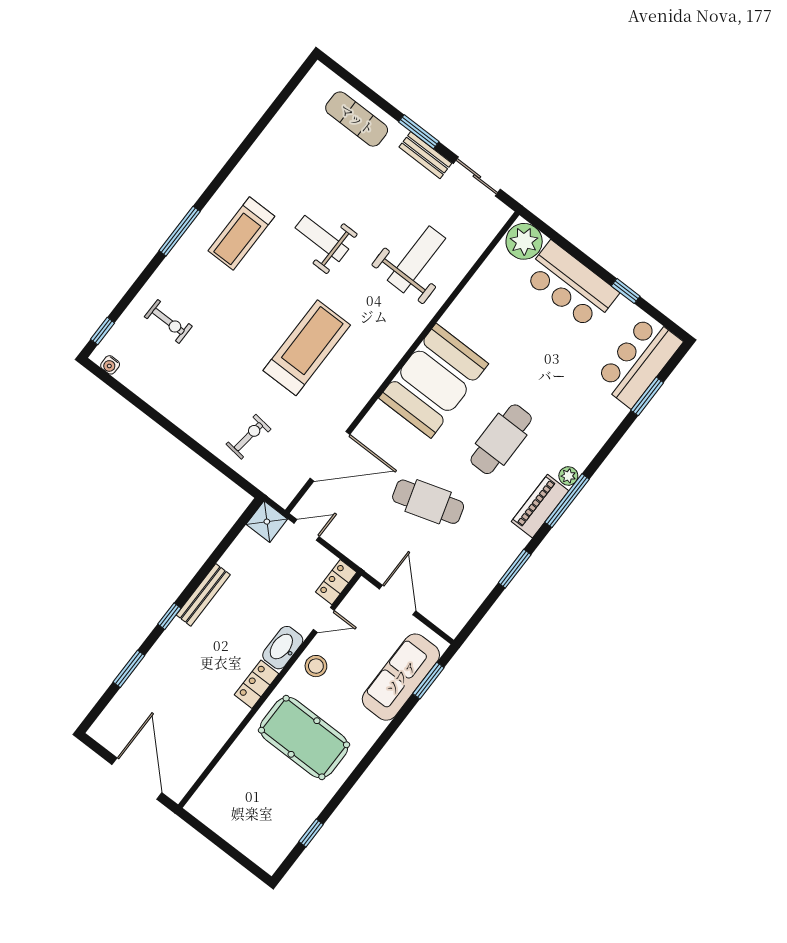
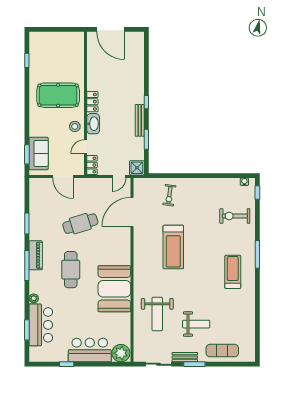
weight bench: (322, 238) -> (196, 324), moved
exercise bike: (168, 321) -> (235, 216), width x1.38, depth x1.39
bar counter: (639, 361) -> (41, 325), moved
booth: (434, 381) -> (114, 289), moved
plant: (568, 476) -> (34, 298), moved
window: (129, 669) -> (146, 139), moved
sofa: (401, 677) -> (39, 153), width x0.73

